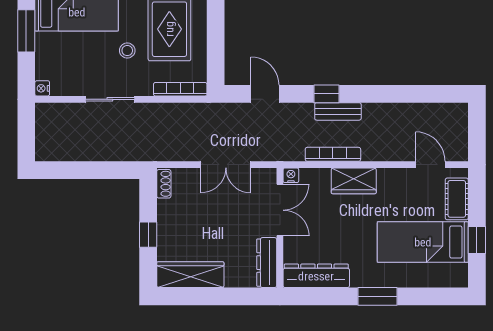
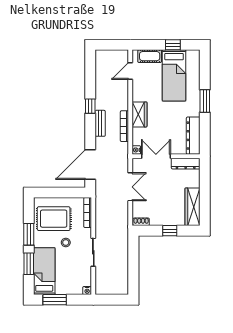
door: (265, 94) -> (90, 165), width x1.88
window: (327, 94) -> (90, 106), moved

